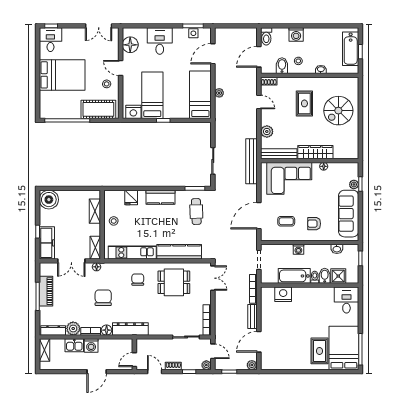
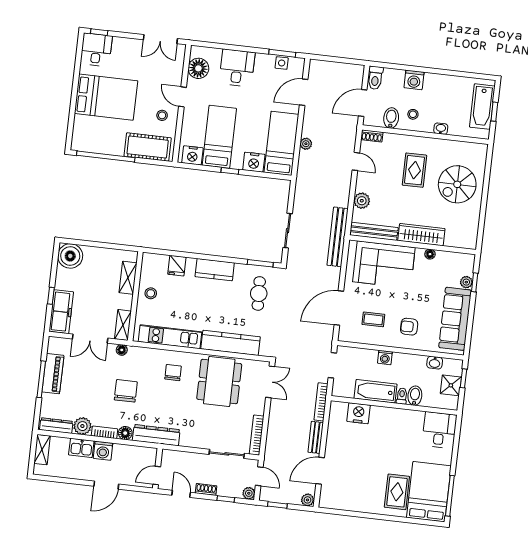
nightstand: (181, 112) -> (254, 162), added
shower: (338, 276) -> (451, 385), moved
dining table: (174, 282) -> (219, 382), width x1.38

